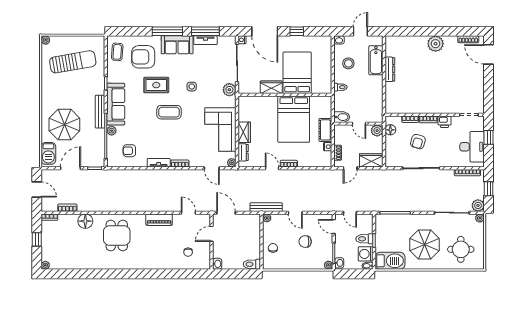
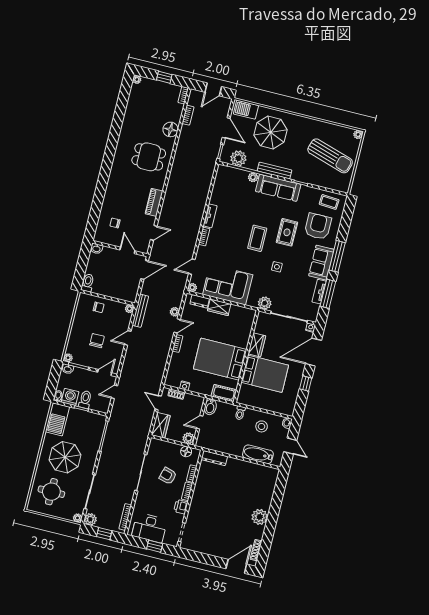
sun lounger: (73, 62) -> (330, 156), turned -63
dresser: (390, 69) -> (214, 458), moved
cot: (325, 130) -> (224, 393), moved
plant: (97, 149) -> (238, 158), added
armchair: (129, 151) -> (229, 190), removed
plant: (259, 174) -> (175, 312), added

